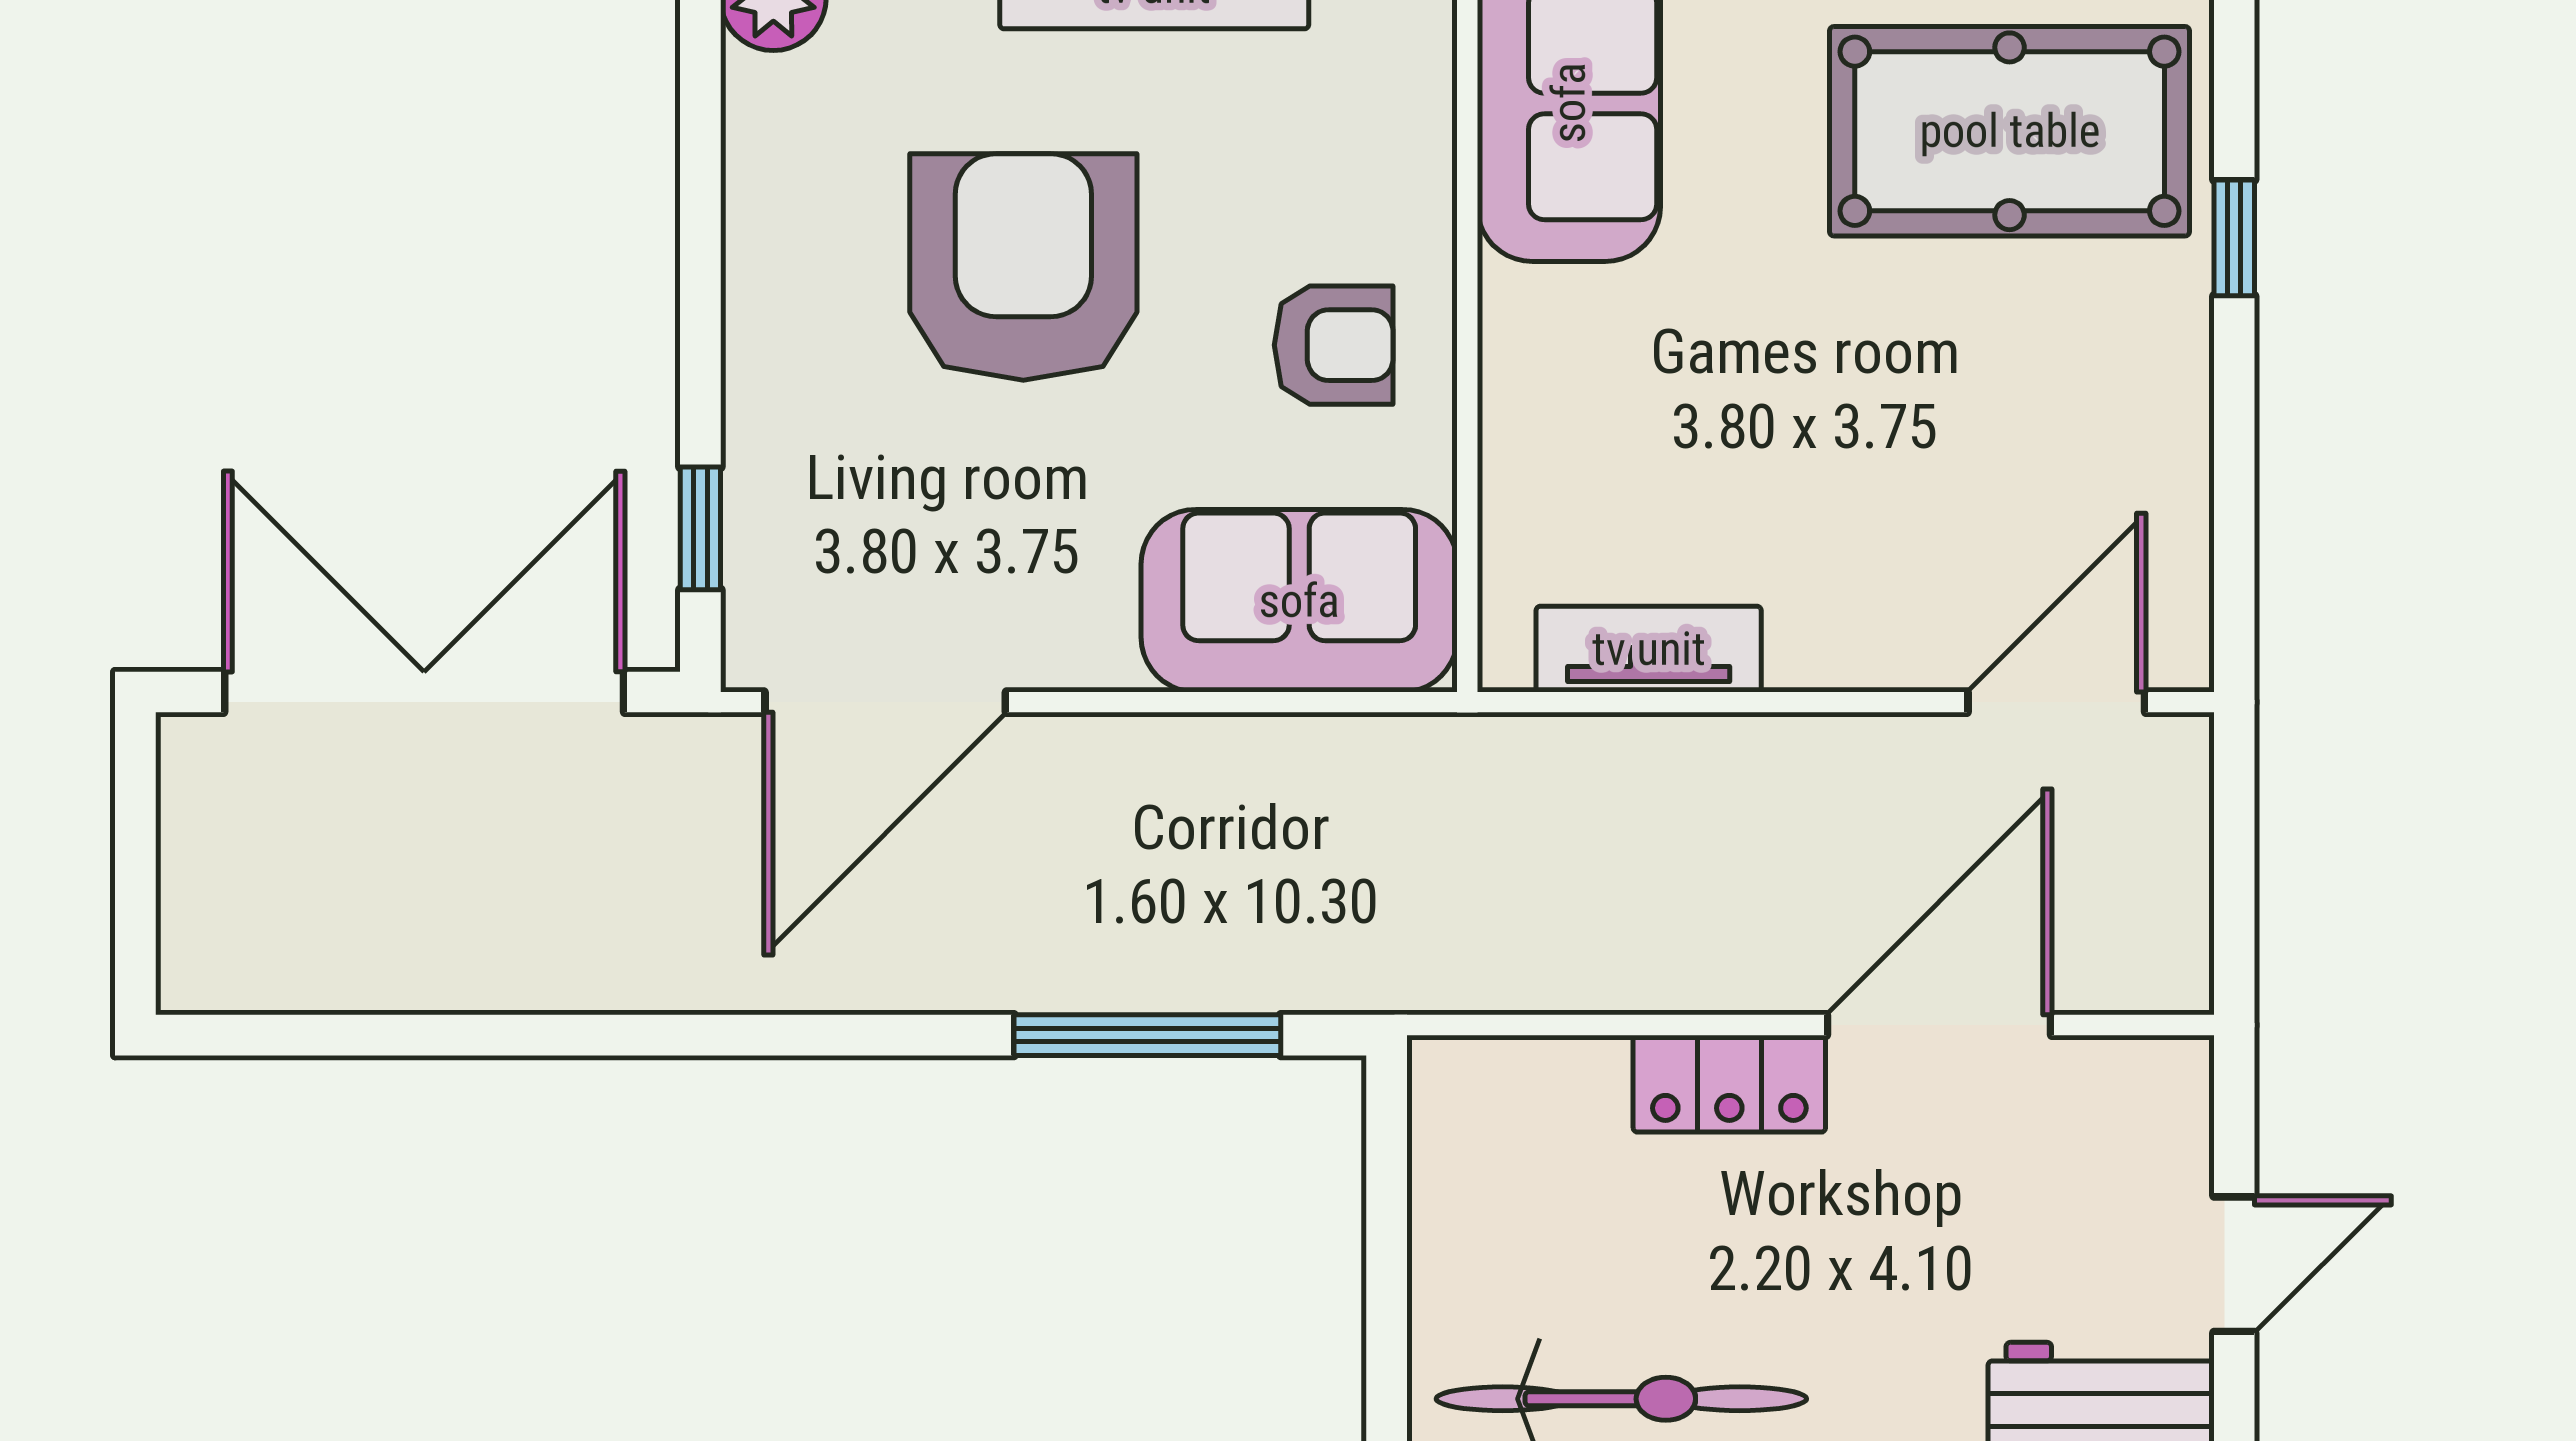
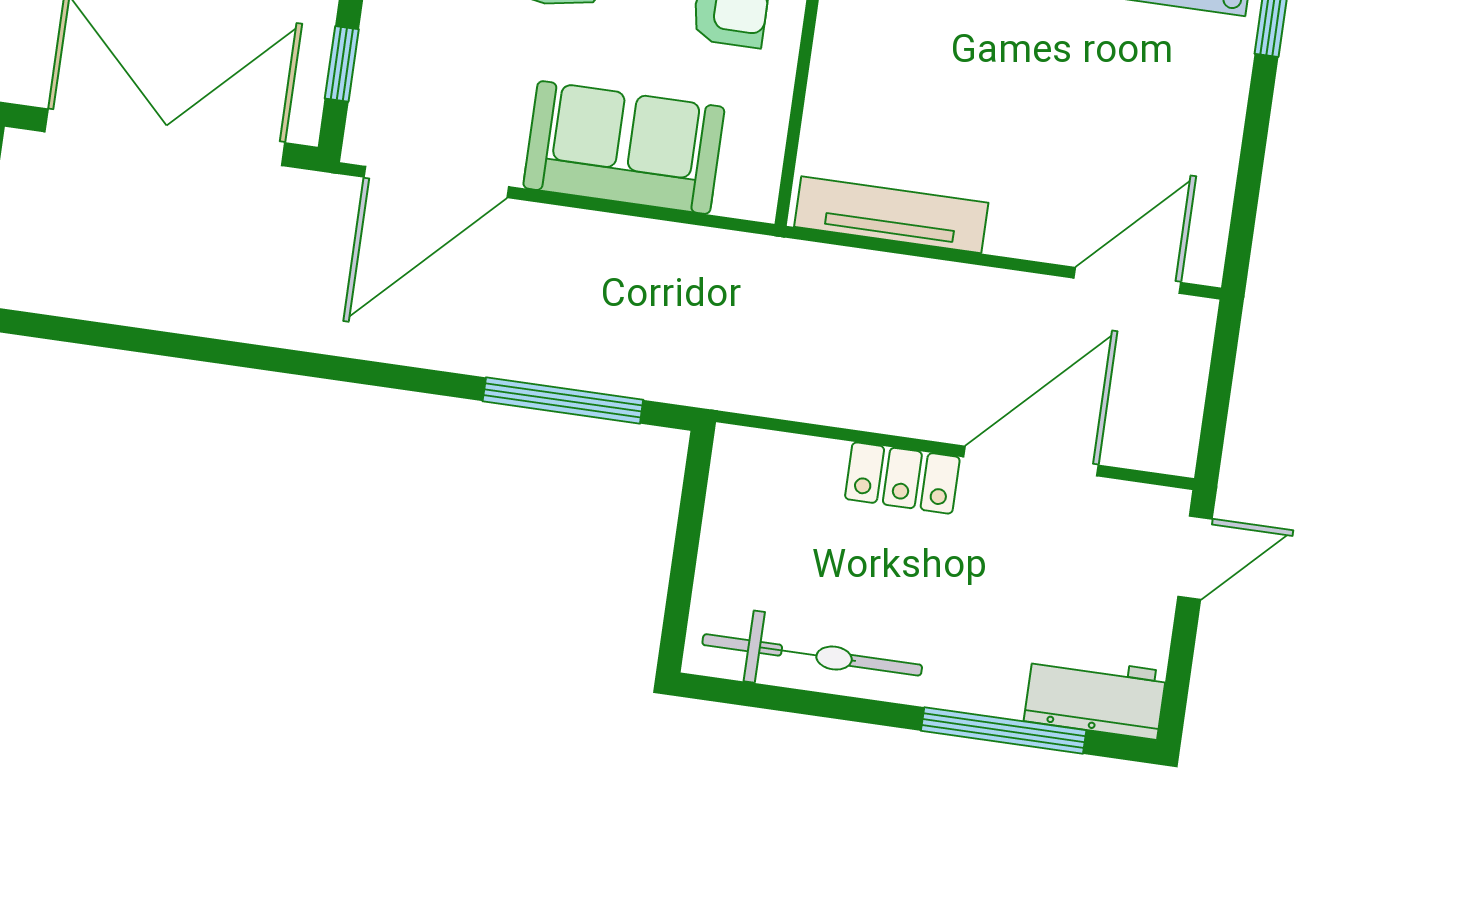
sofa: (1299, 601) -> (624, 148), moved
tv unit: (1649, 649) -> (891, 215), width x1.41
door: (2234, 1264) -> (1195, 558), moved

